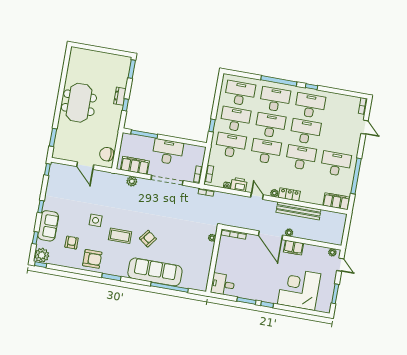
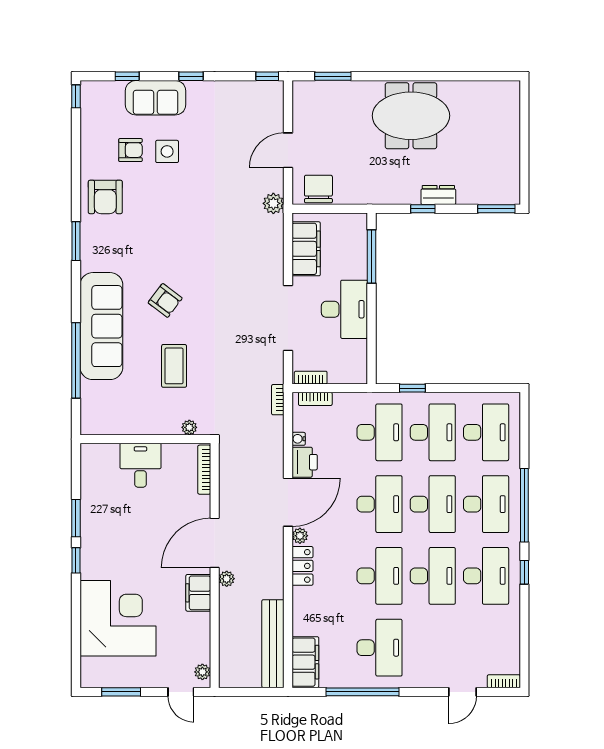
plant: (132, 181) -> (273, 203), moved
door: (257, 196) -> (288, 502), width x1.87
bench: (298, 211) -> (273, 644), moved
side table: (96, 220) -> (167, 151), moved
coffee table: (120, 236) -> (174, 366), moved
plant: (42, 255) -> (95, 95), removed
door: (340, 265) -> (181, 692), hinge flipped
desk: (223, 284) -> (140, 465), moved

